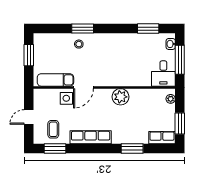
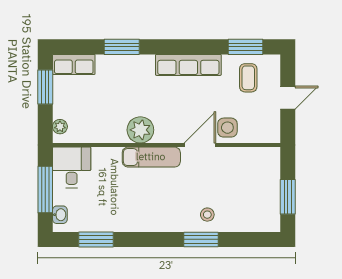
exam couch: (55, 80) -> (151, 157), moved

